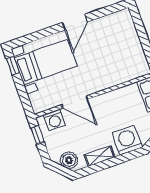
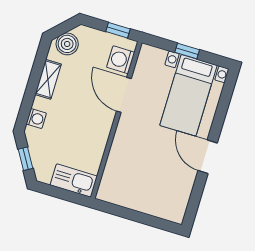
window: (13, 66) -> (187, 51), moved
door: (75, 102) -> (124, 95), hinge flipped
washing machine: (127, 140) -> (36, 119), width x0.53, depth x0.53

